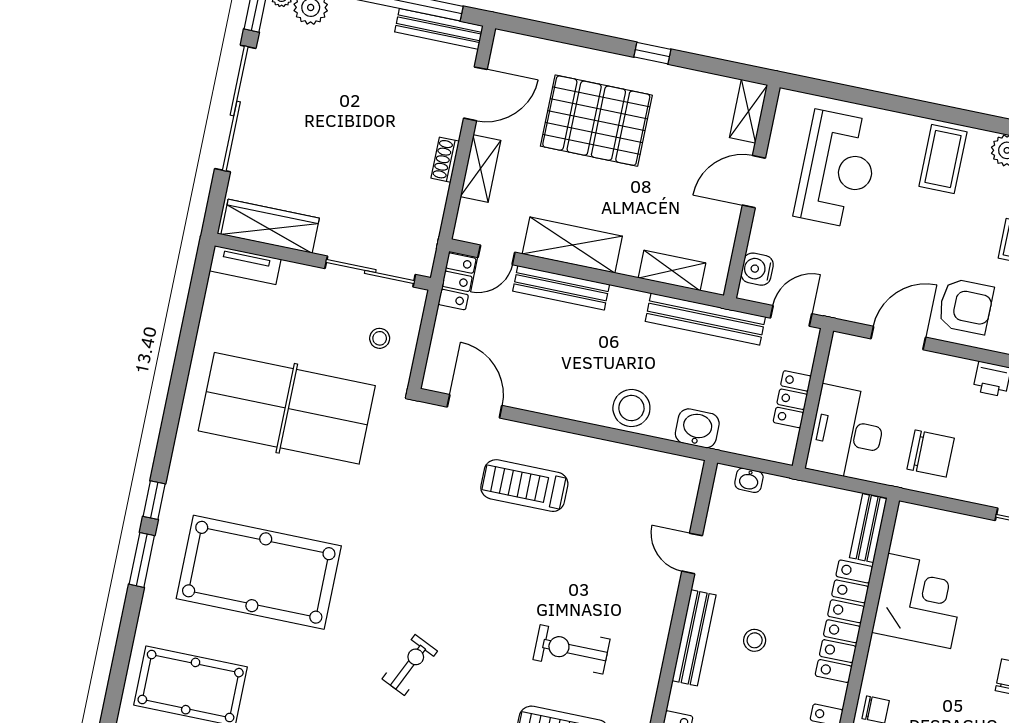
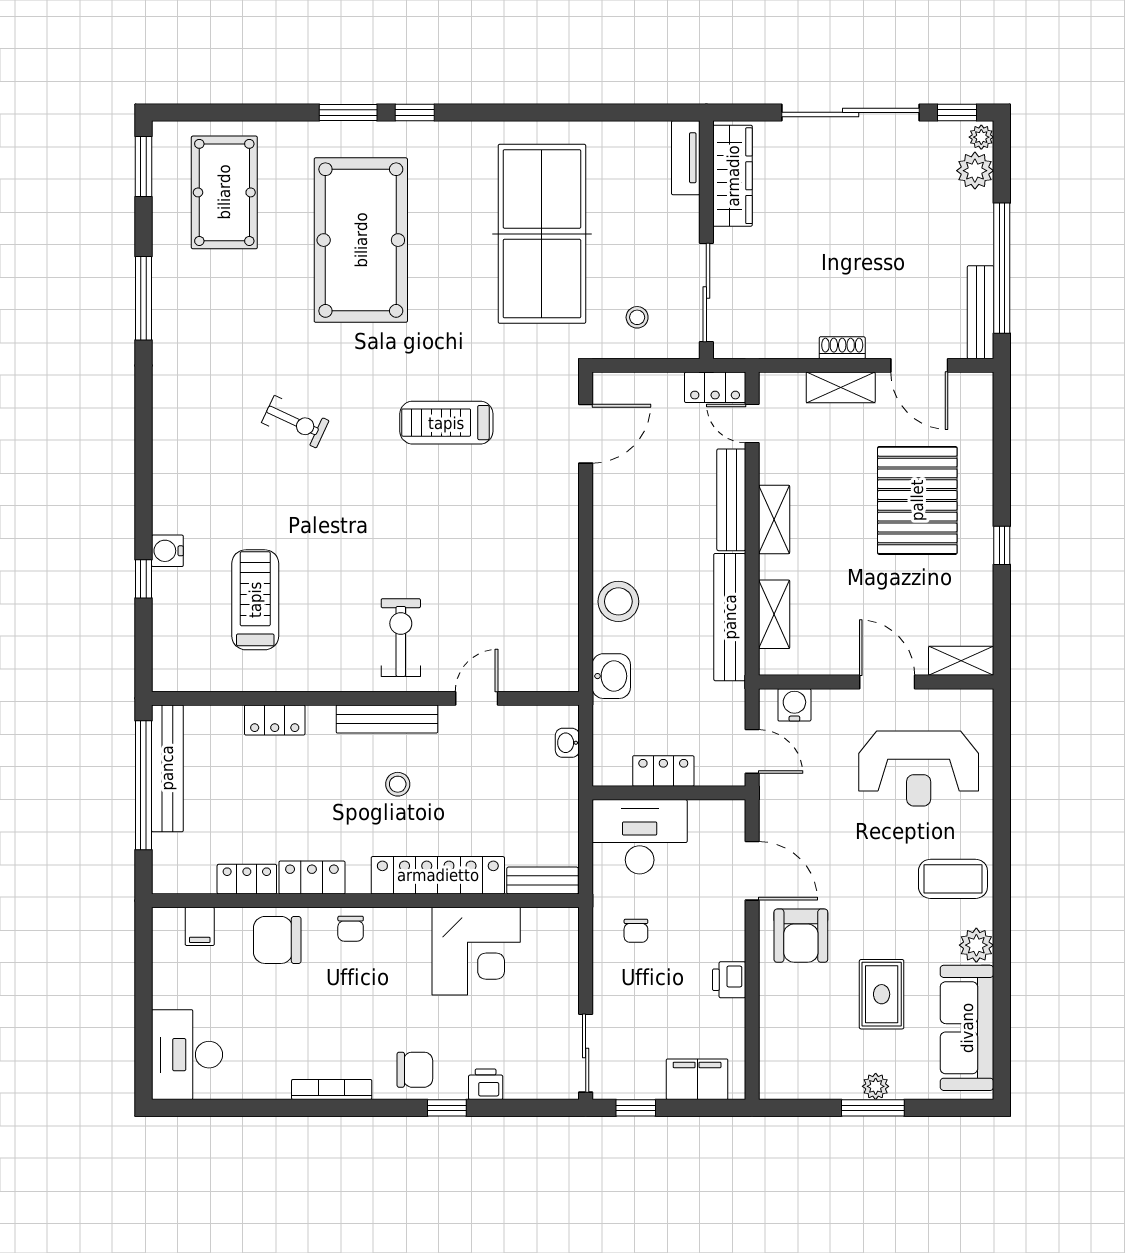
shelving: (572, 245) -> (774, 519), width x0.67, depth x0.75
bench: (705, 319) -> (730, 617), moved
chair: (931, 454) -> (636, 931), width x0.54, depth x0.54
treadmill: (524, 486) -> (446, 423), moved, turned -90
exercise bike: (572, 649) -> (401, 638), moved

